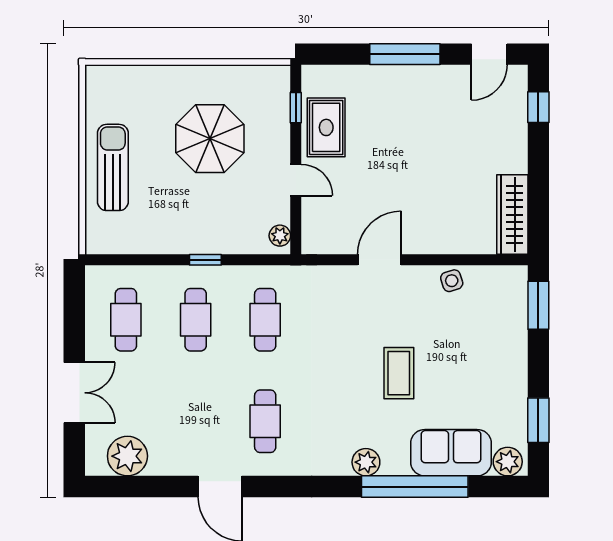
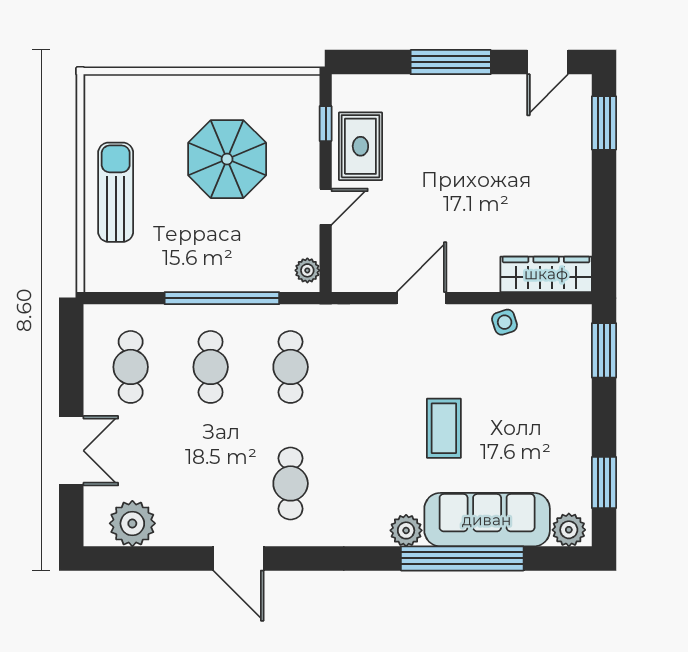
window: (538, 107) -> (604, 123), width x1.50
door: (296, 180) -> (326, 207), hinge flipped
wardrobe: (512, 215) -> (546, 274), moved, turned 90
window: (205, 260) -> (222, 298), width x3.17
sofa: (451, 453) -> (487, 520), width x1.36

